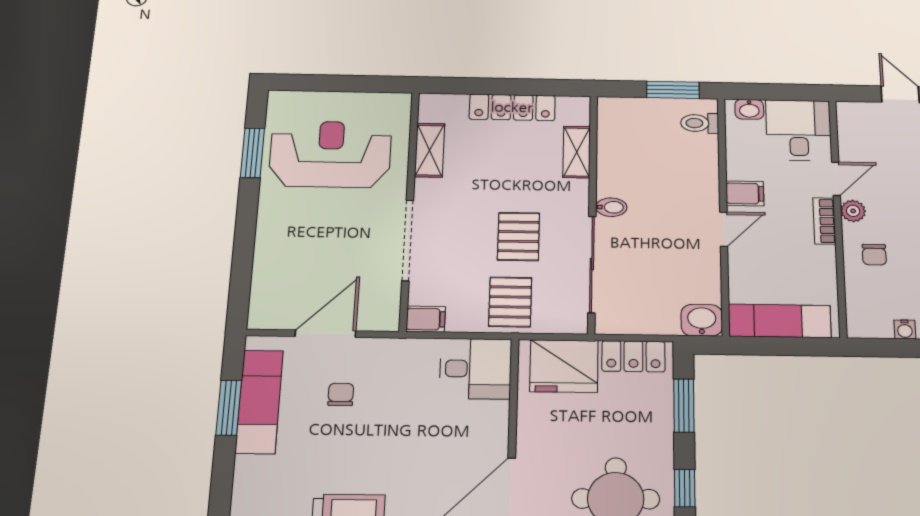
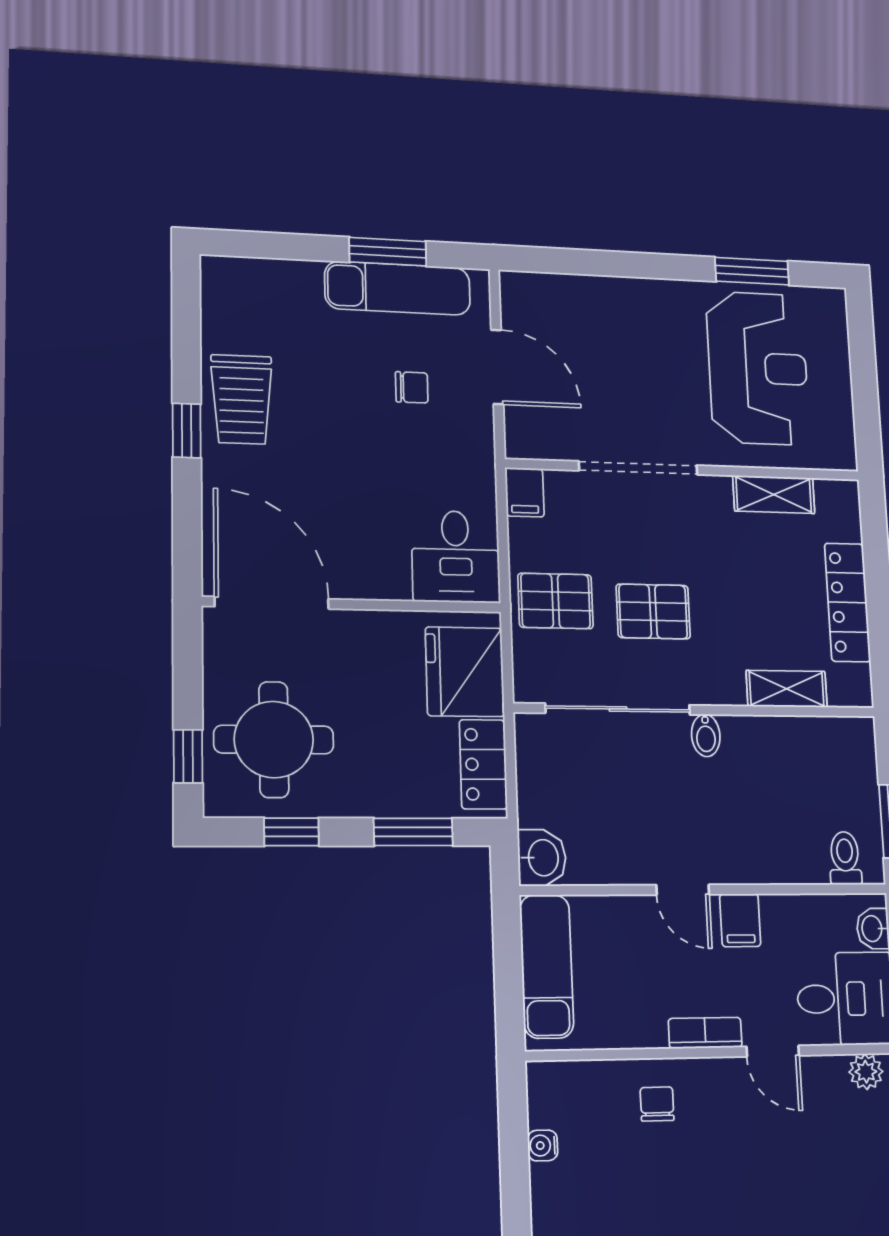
plant: (853, 211) -> (866, 1072), moved
chair: (874, 255) -> (657, 1104), turned 90

